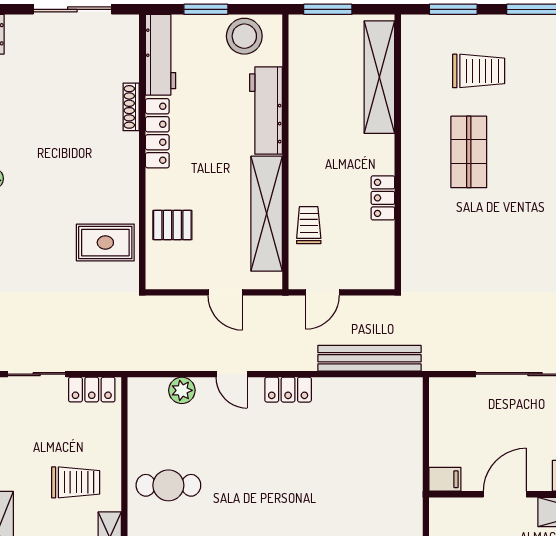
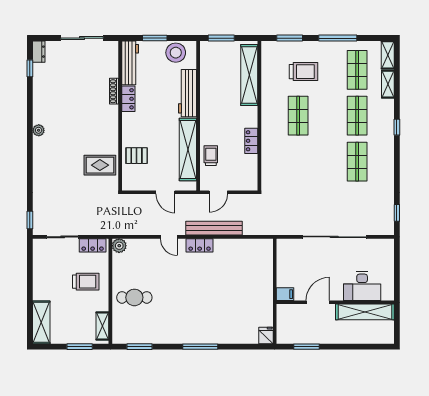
locker: (157, 133) -> (128, 99), width x0.66
bench: (369, 358) -> (214, 228), moved
plant: (182, 390) -> (119, 246), moved
trolley: (76, 482) -> (86, 282), moved

